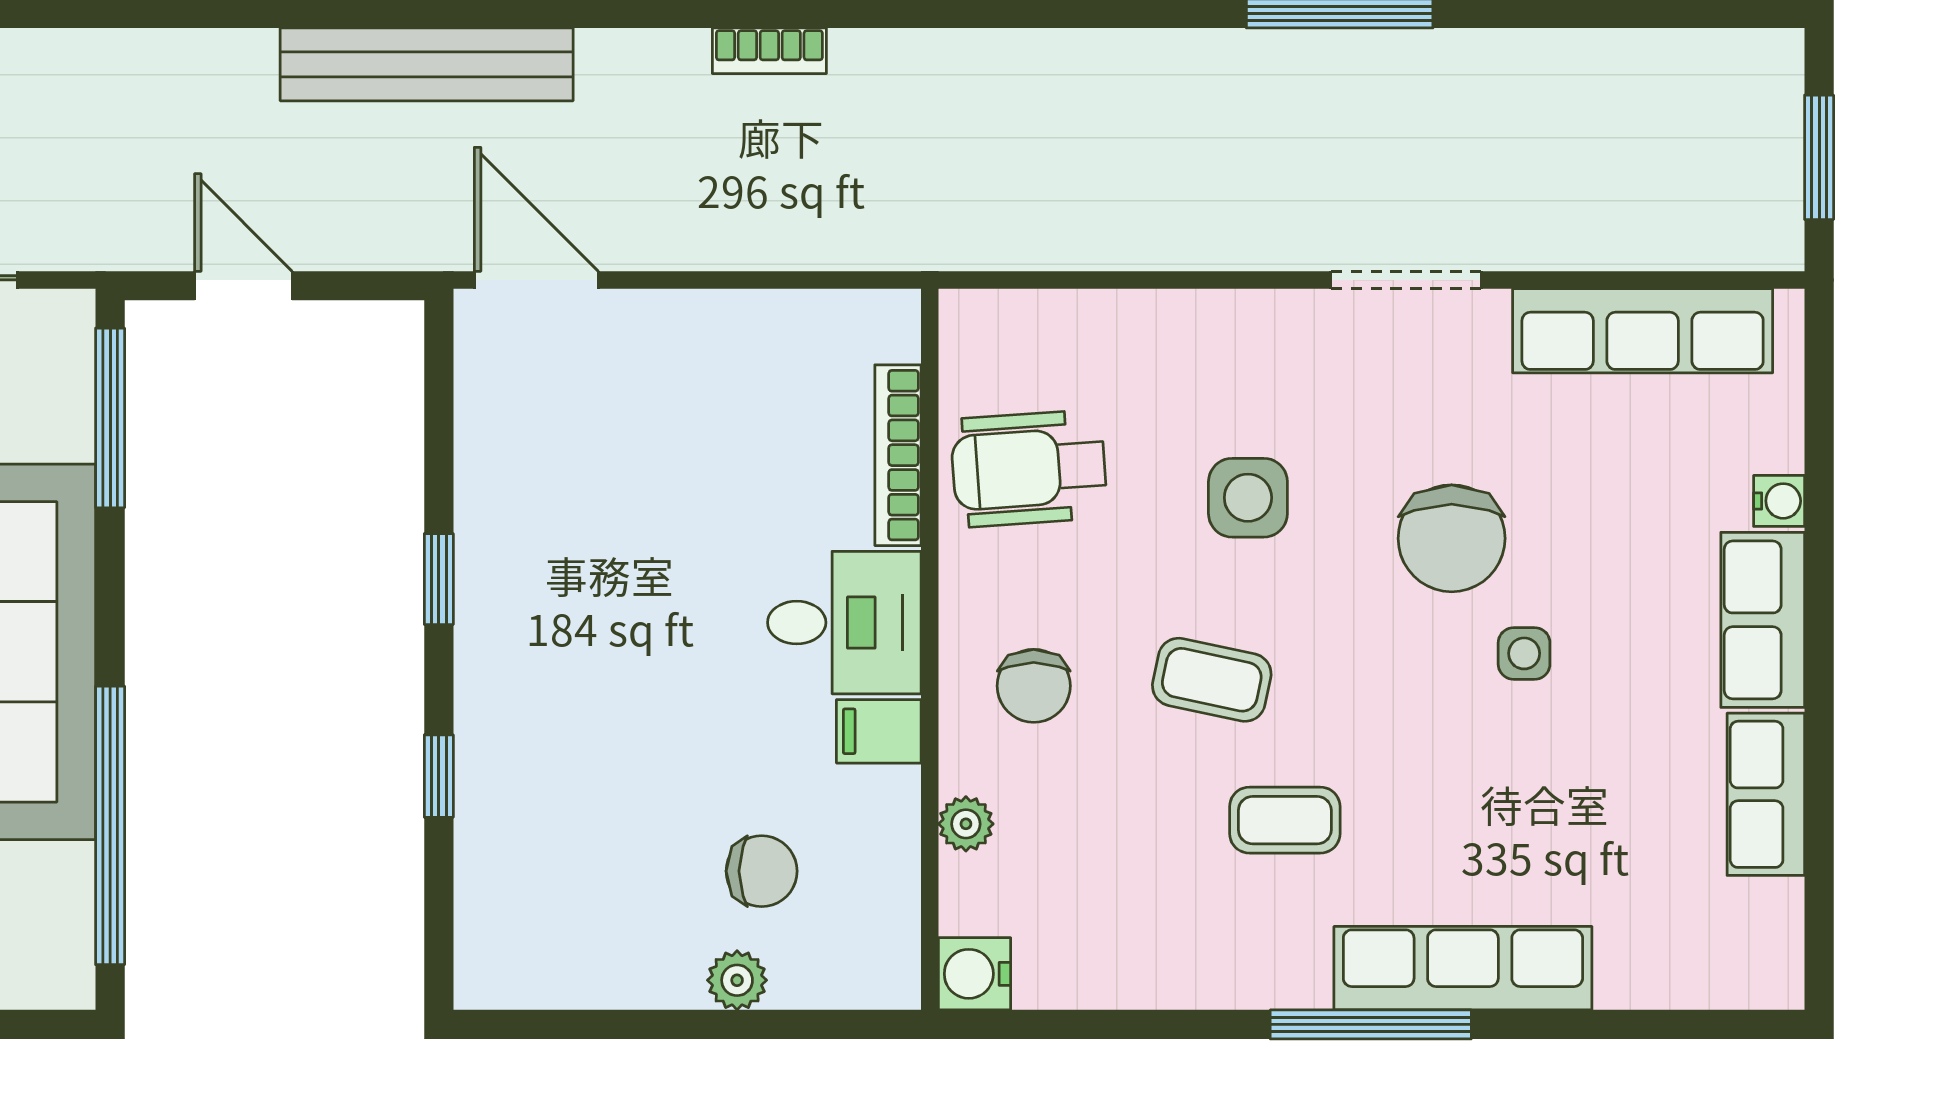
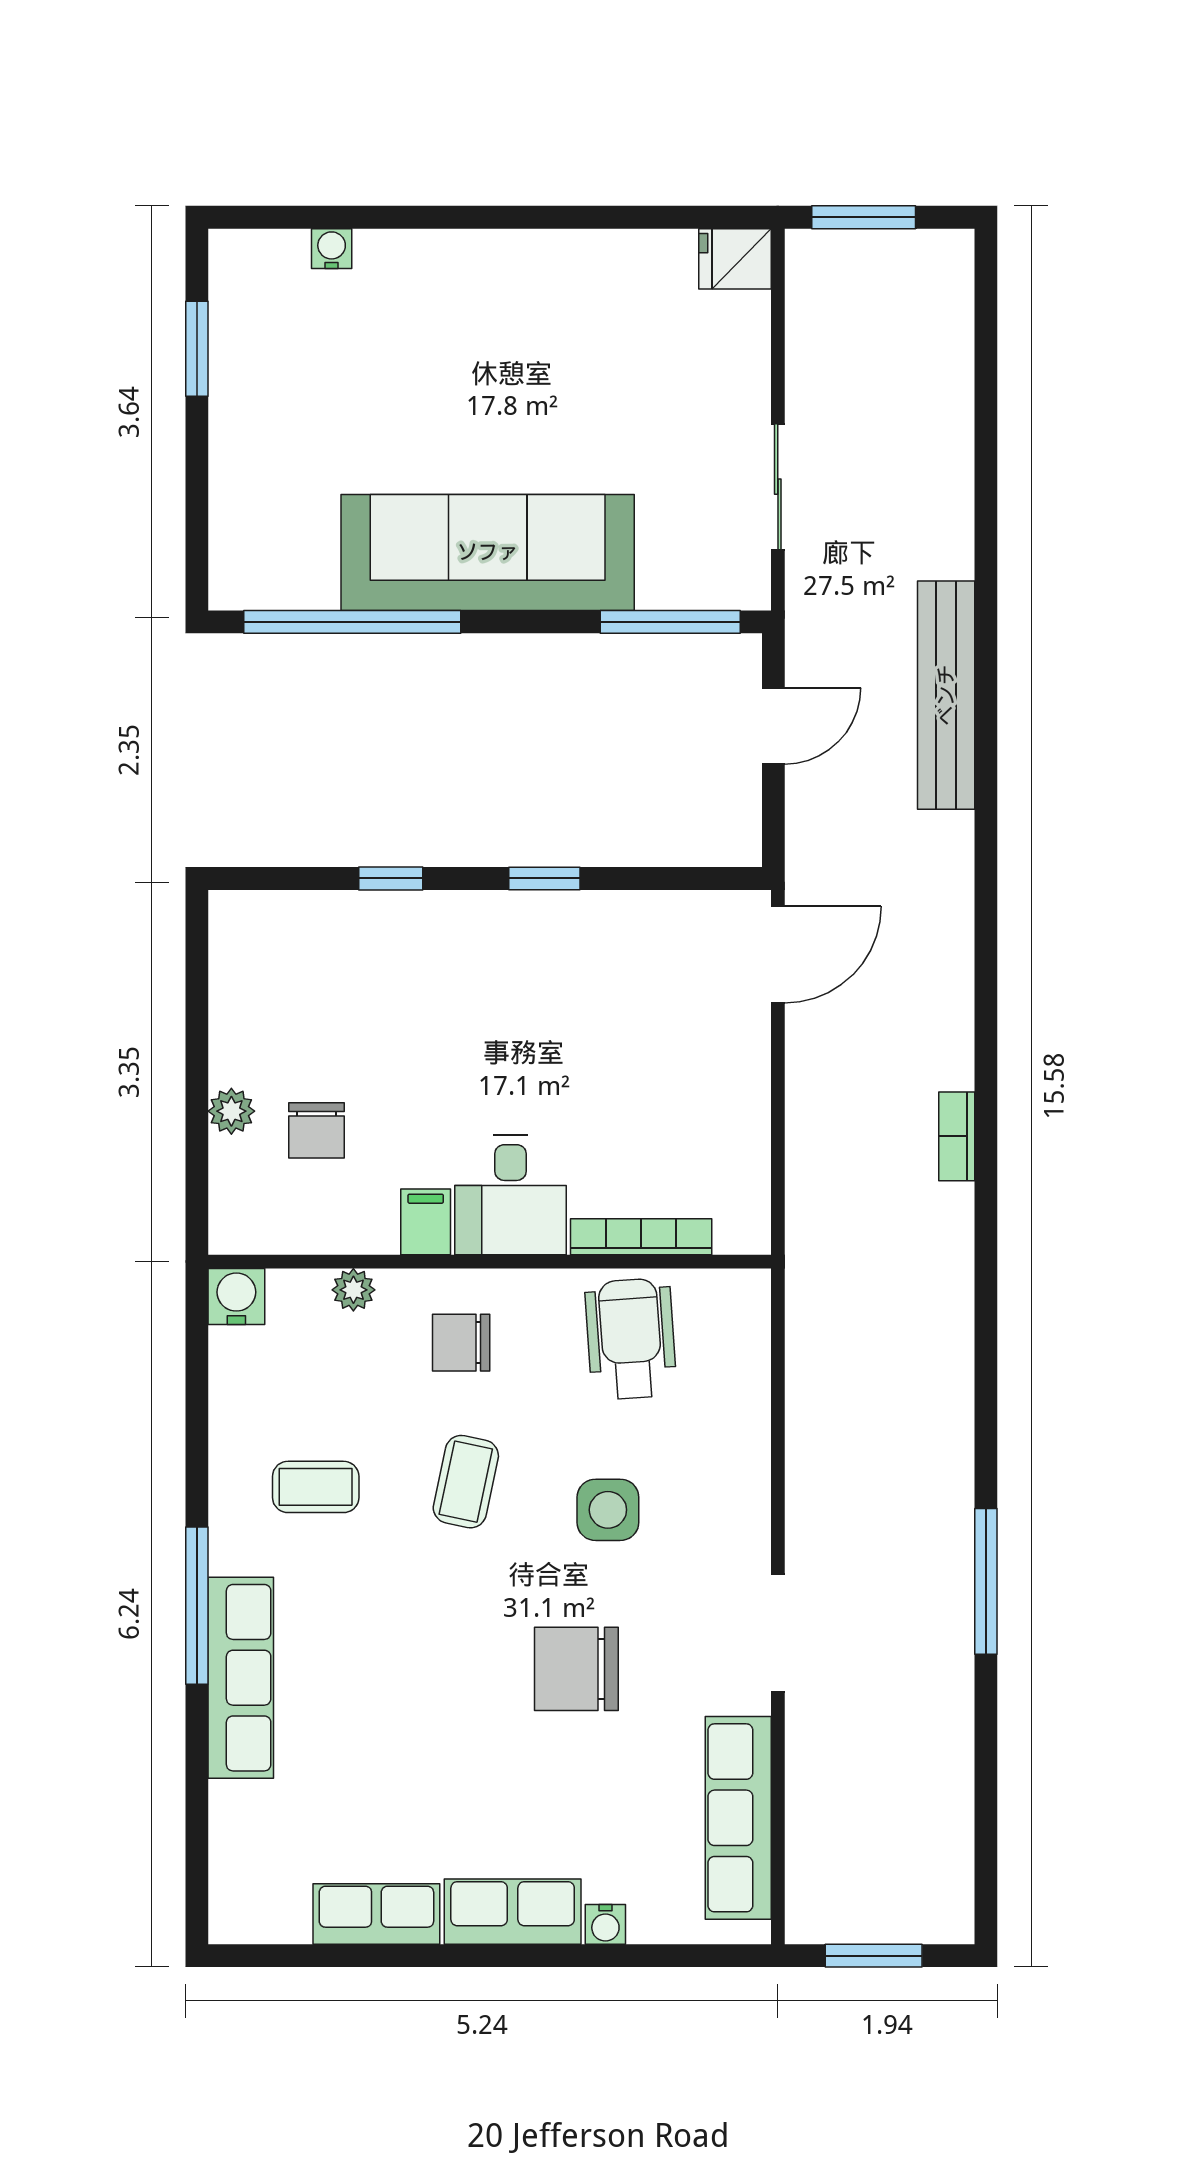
bench: (427, 64) -> (946, 695), moved
side table: (1524, 653) -> (486, 1725), removed
coffee table: (1285, 820) -> (316, 1487), moved, turned 90

